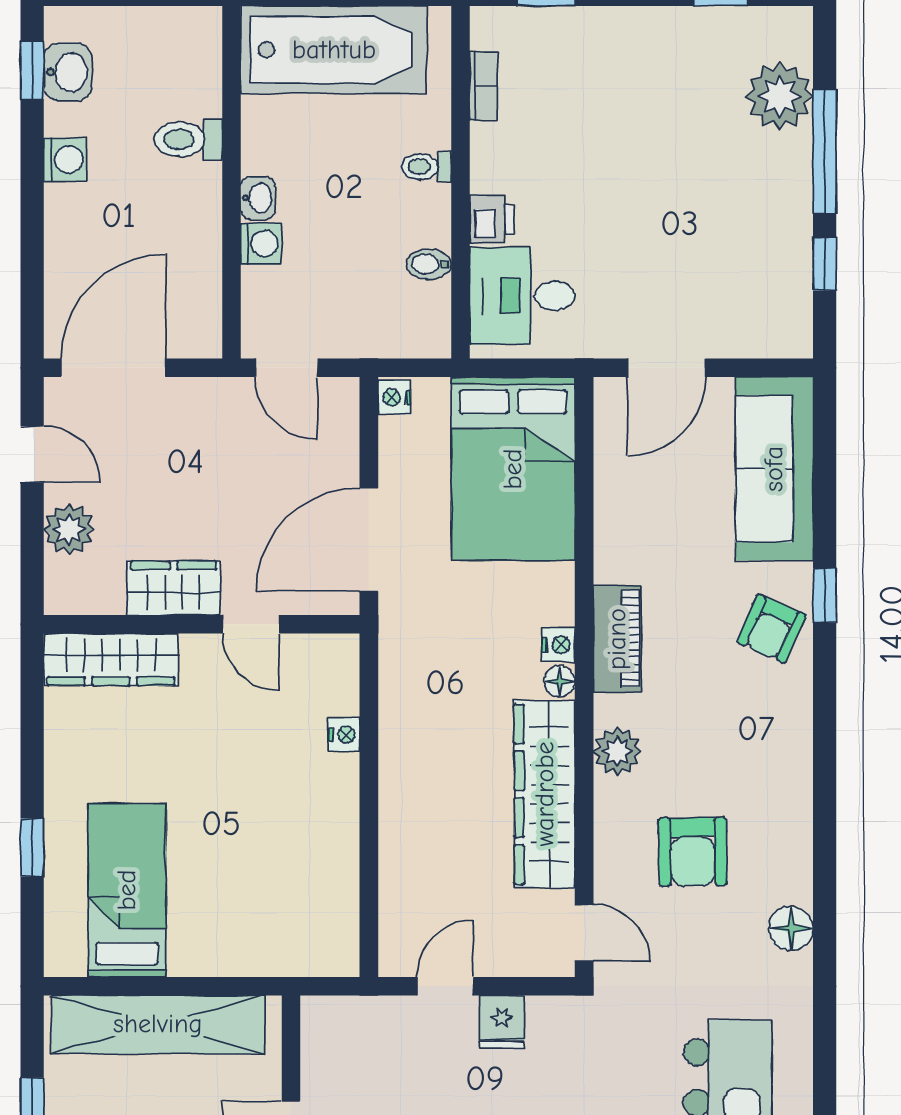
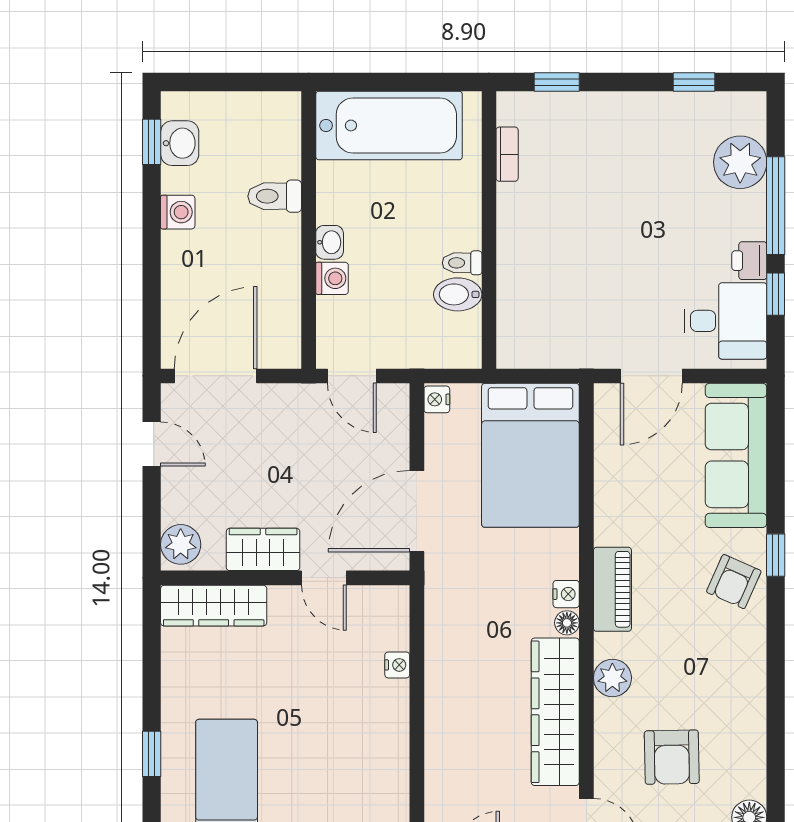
toilet: (426, 167) -> (462, 263), moved
printer: (492, 219) -> (749, 261), moved, turned 180
bidet: (429, 264) -> (458, 294), width x1.38, depth x1.36
desk: (522, 296) -> (725, 321), moved, turned 180
plant: (69, 529) -> (181, 544), moved

